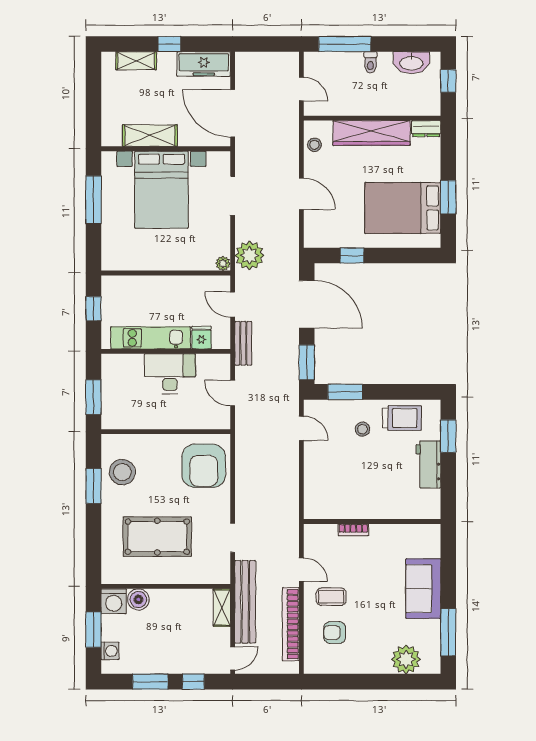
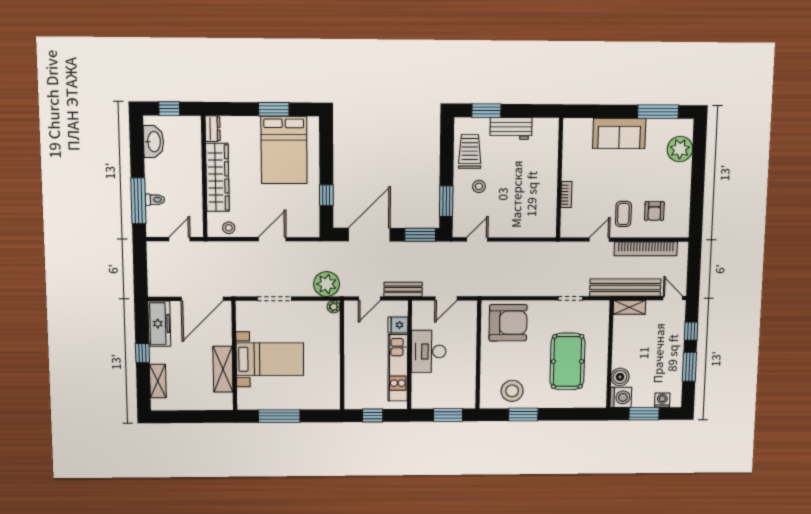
toilet: (370, 62) -> (155, 200), moved
bed with nightstands: (161, 190) -> (270, 359), width x0.73

